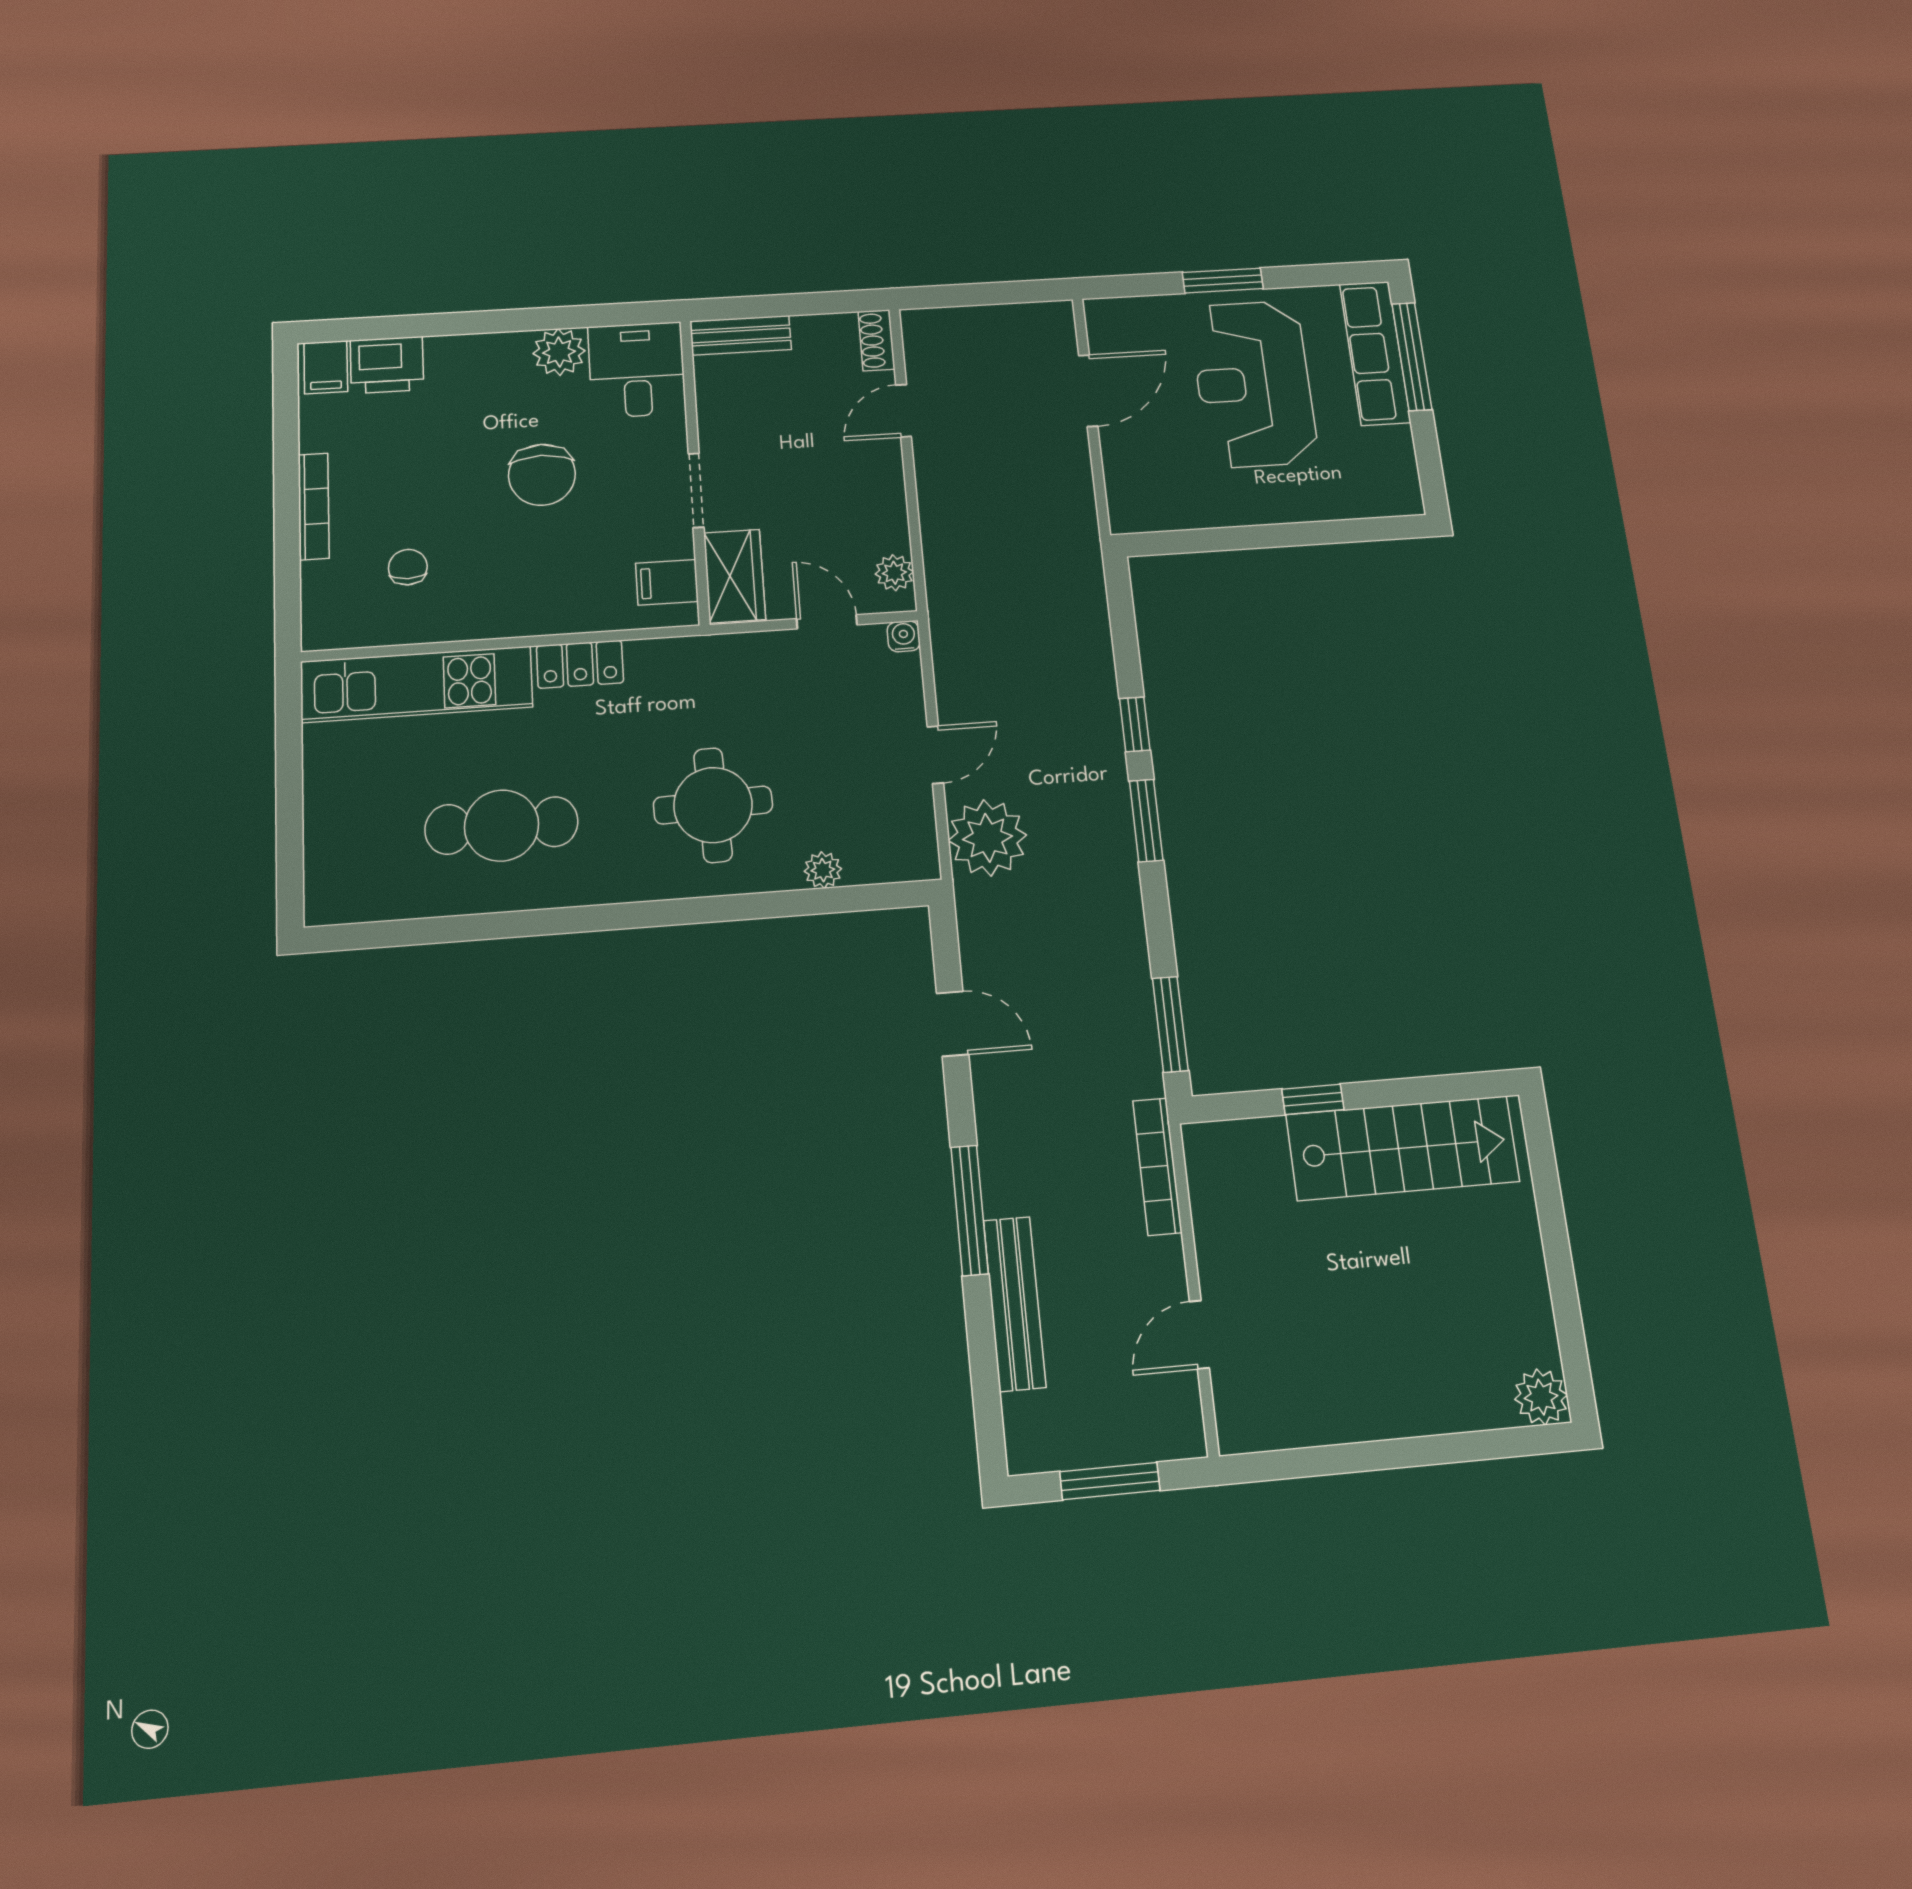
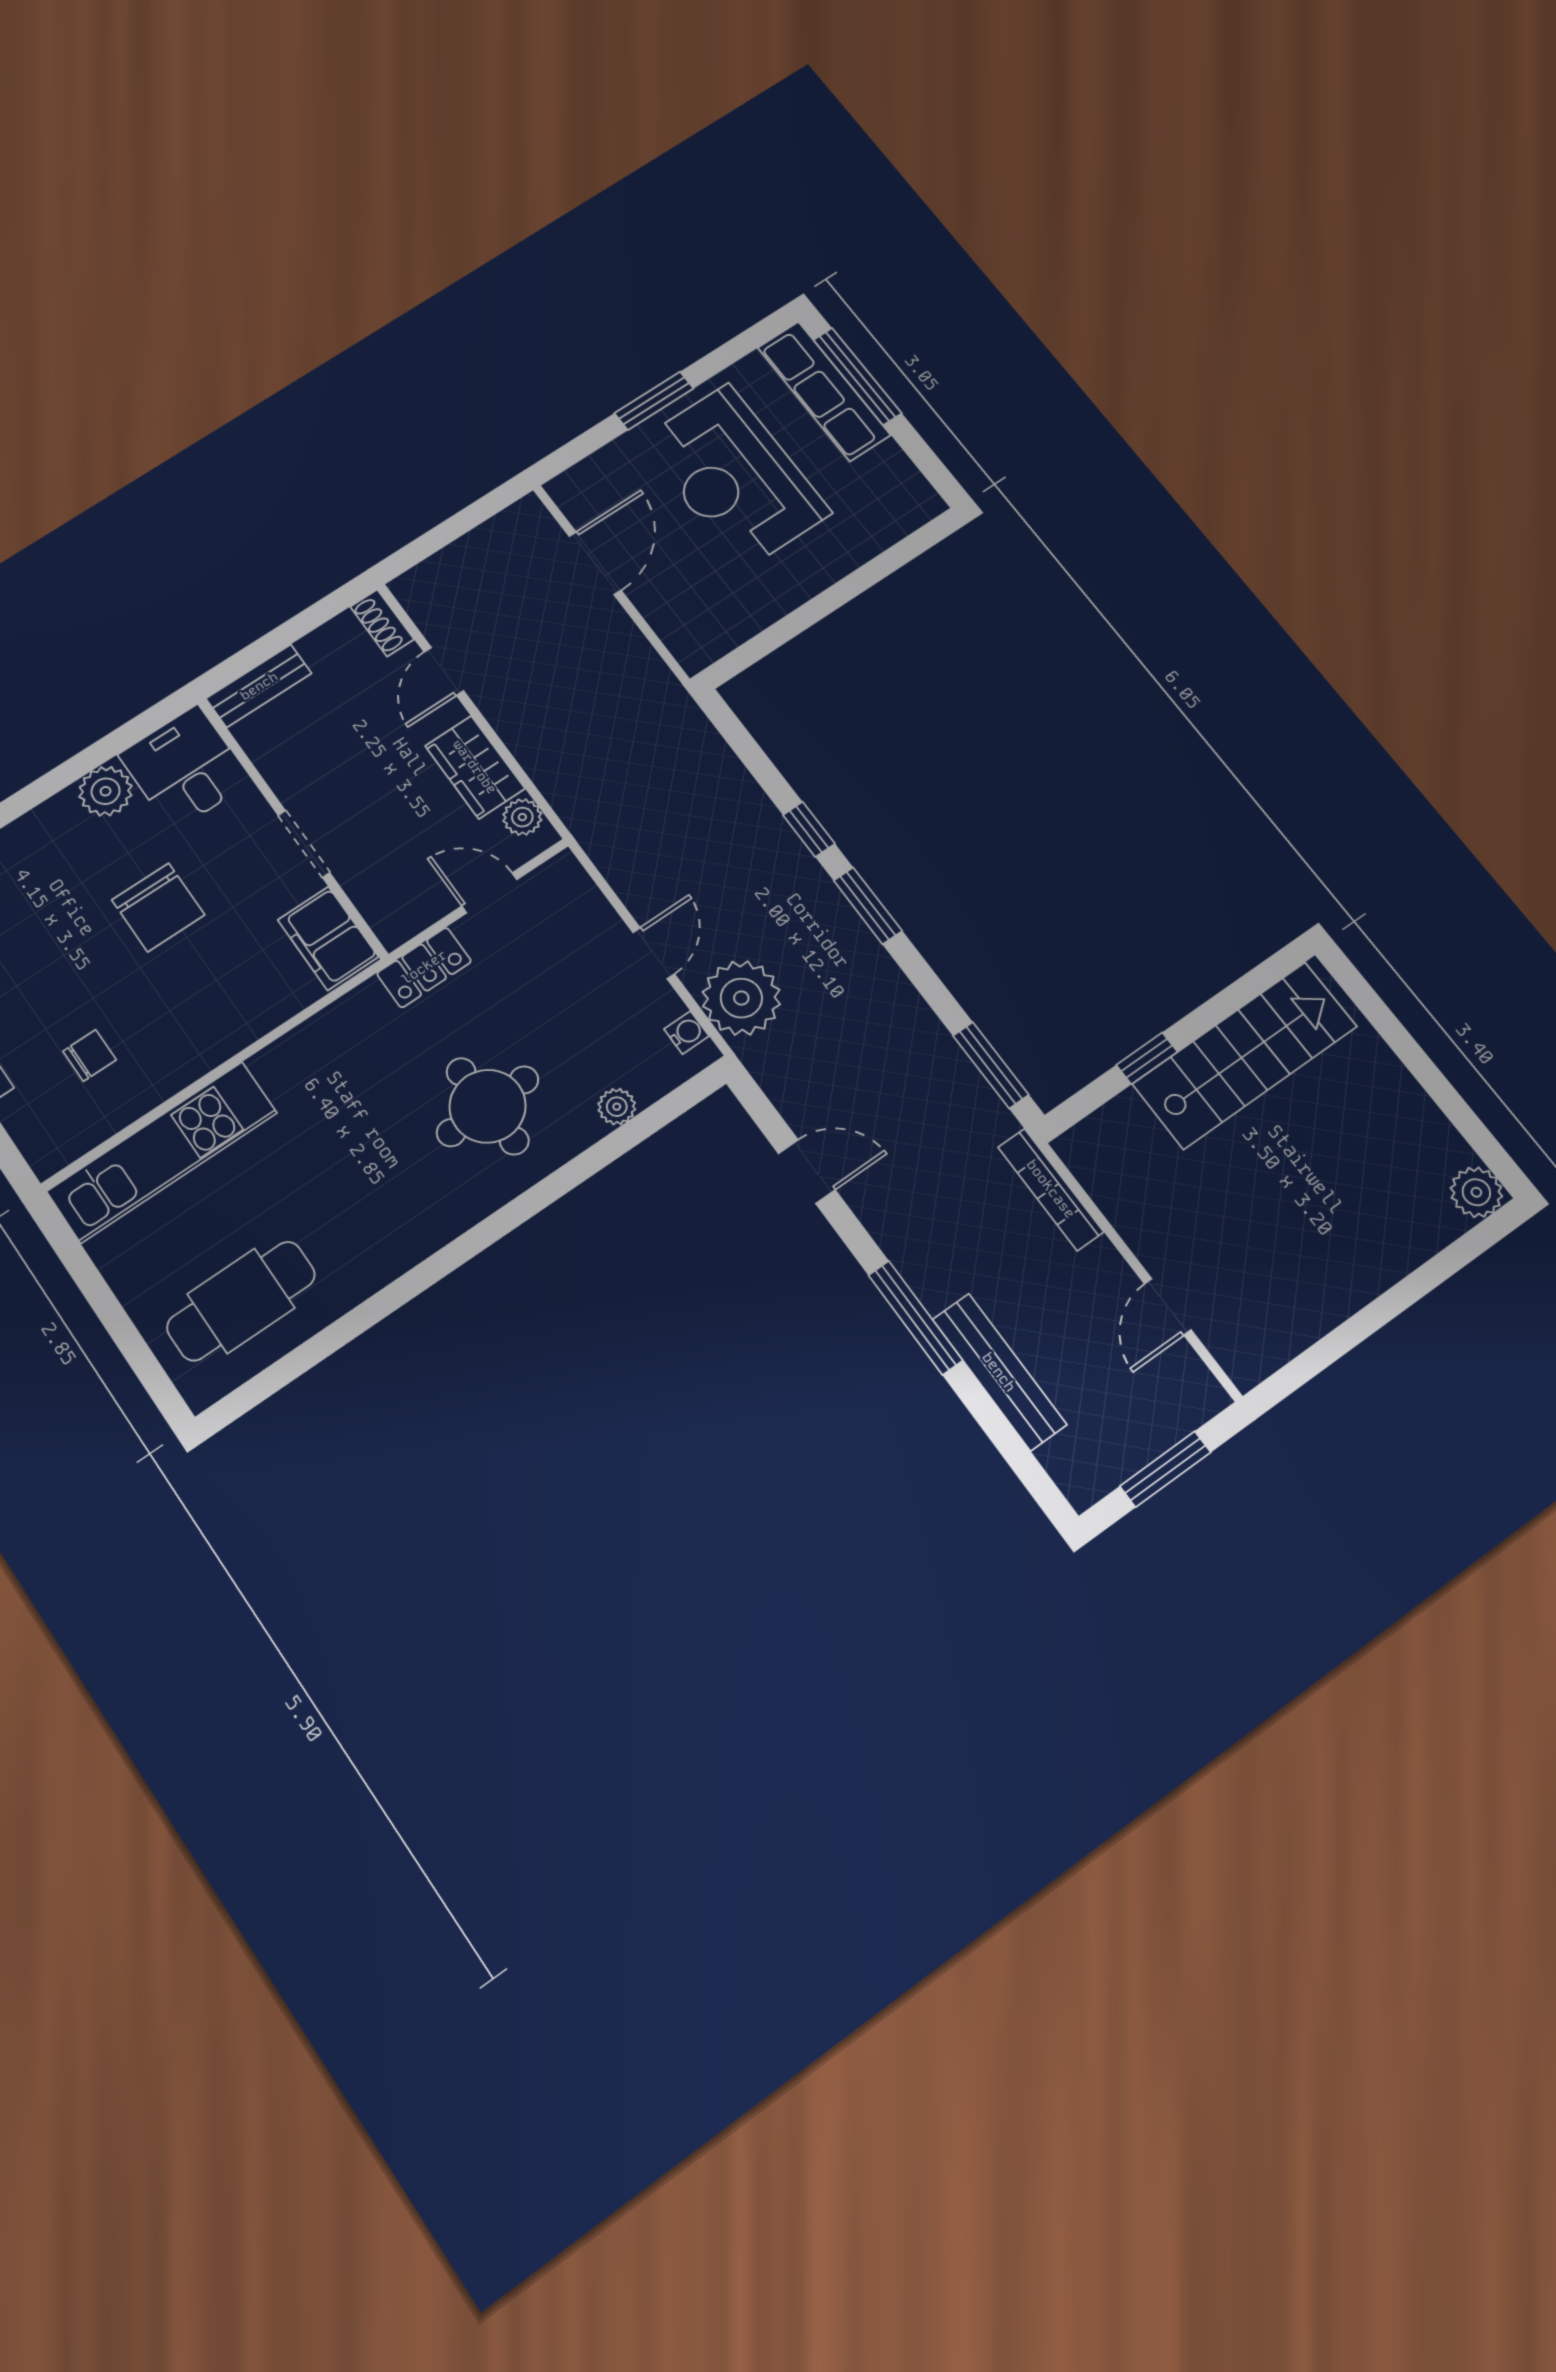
chair: (408, 567) -> (90, 1055), turned 90
wardrobe: (734, 576) -> (475, 767), moved, turned 180
filing cabinet: (667, 582) -> (328, 938), width x2.00
water cooler: (904, 636) -> (686, 1032), moved, turned 90
locker: (580, 664) -> (424, 967), moved
cafe table: (502, 826) -> (241, 1301), moved

